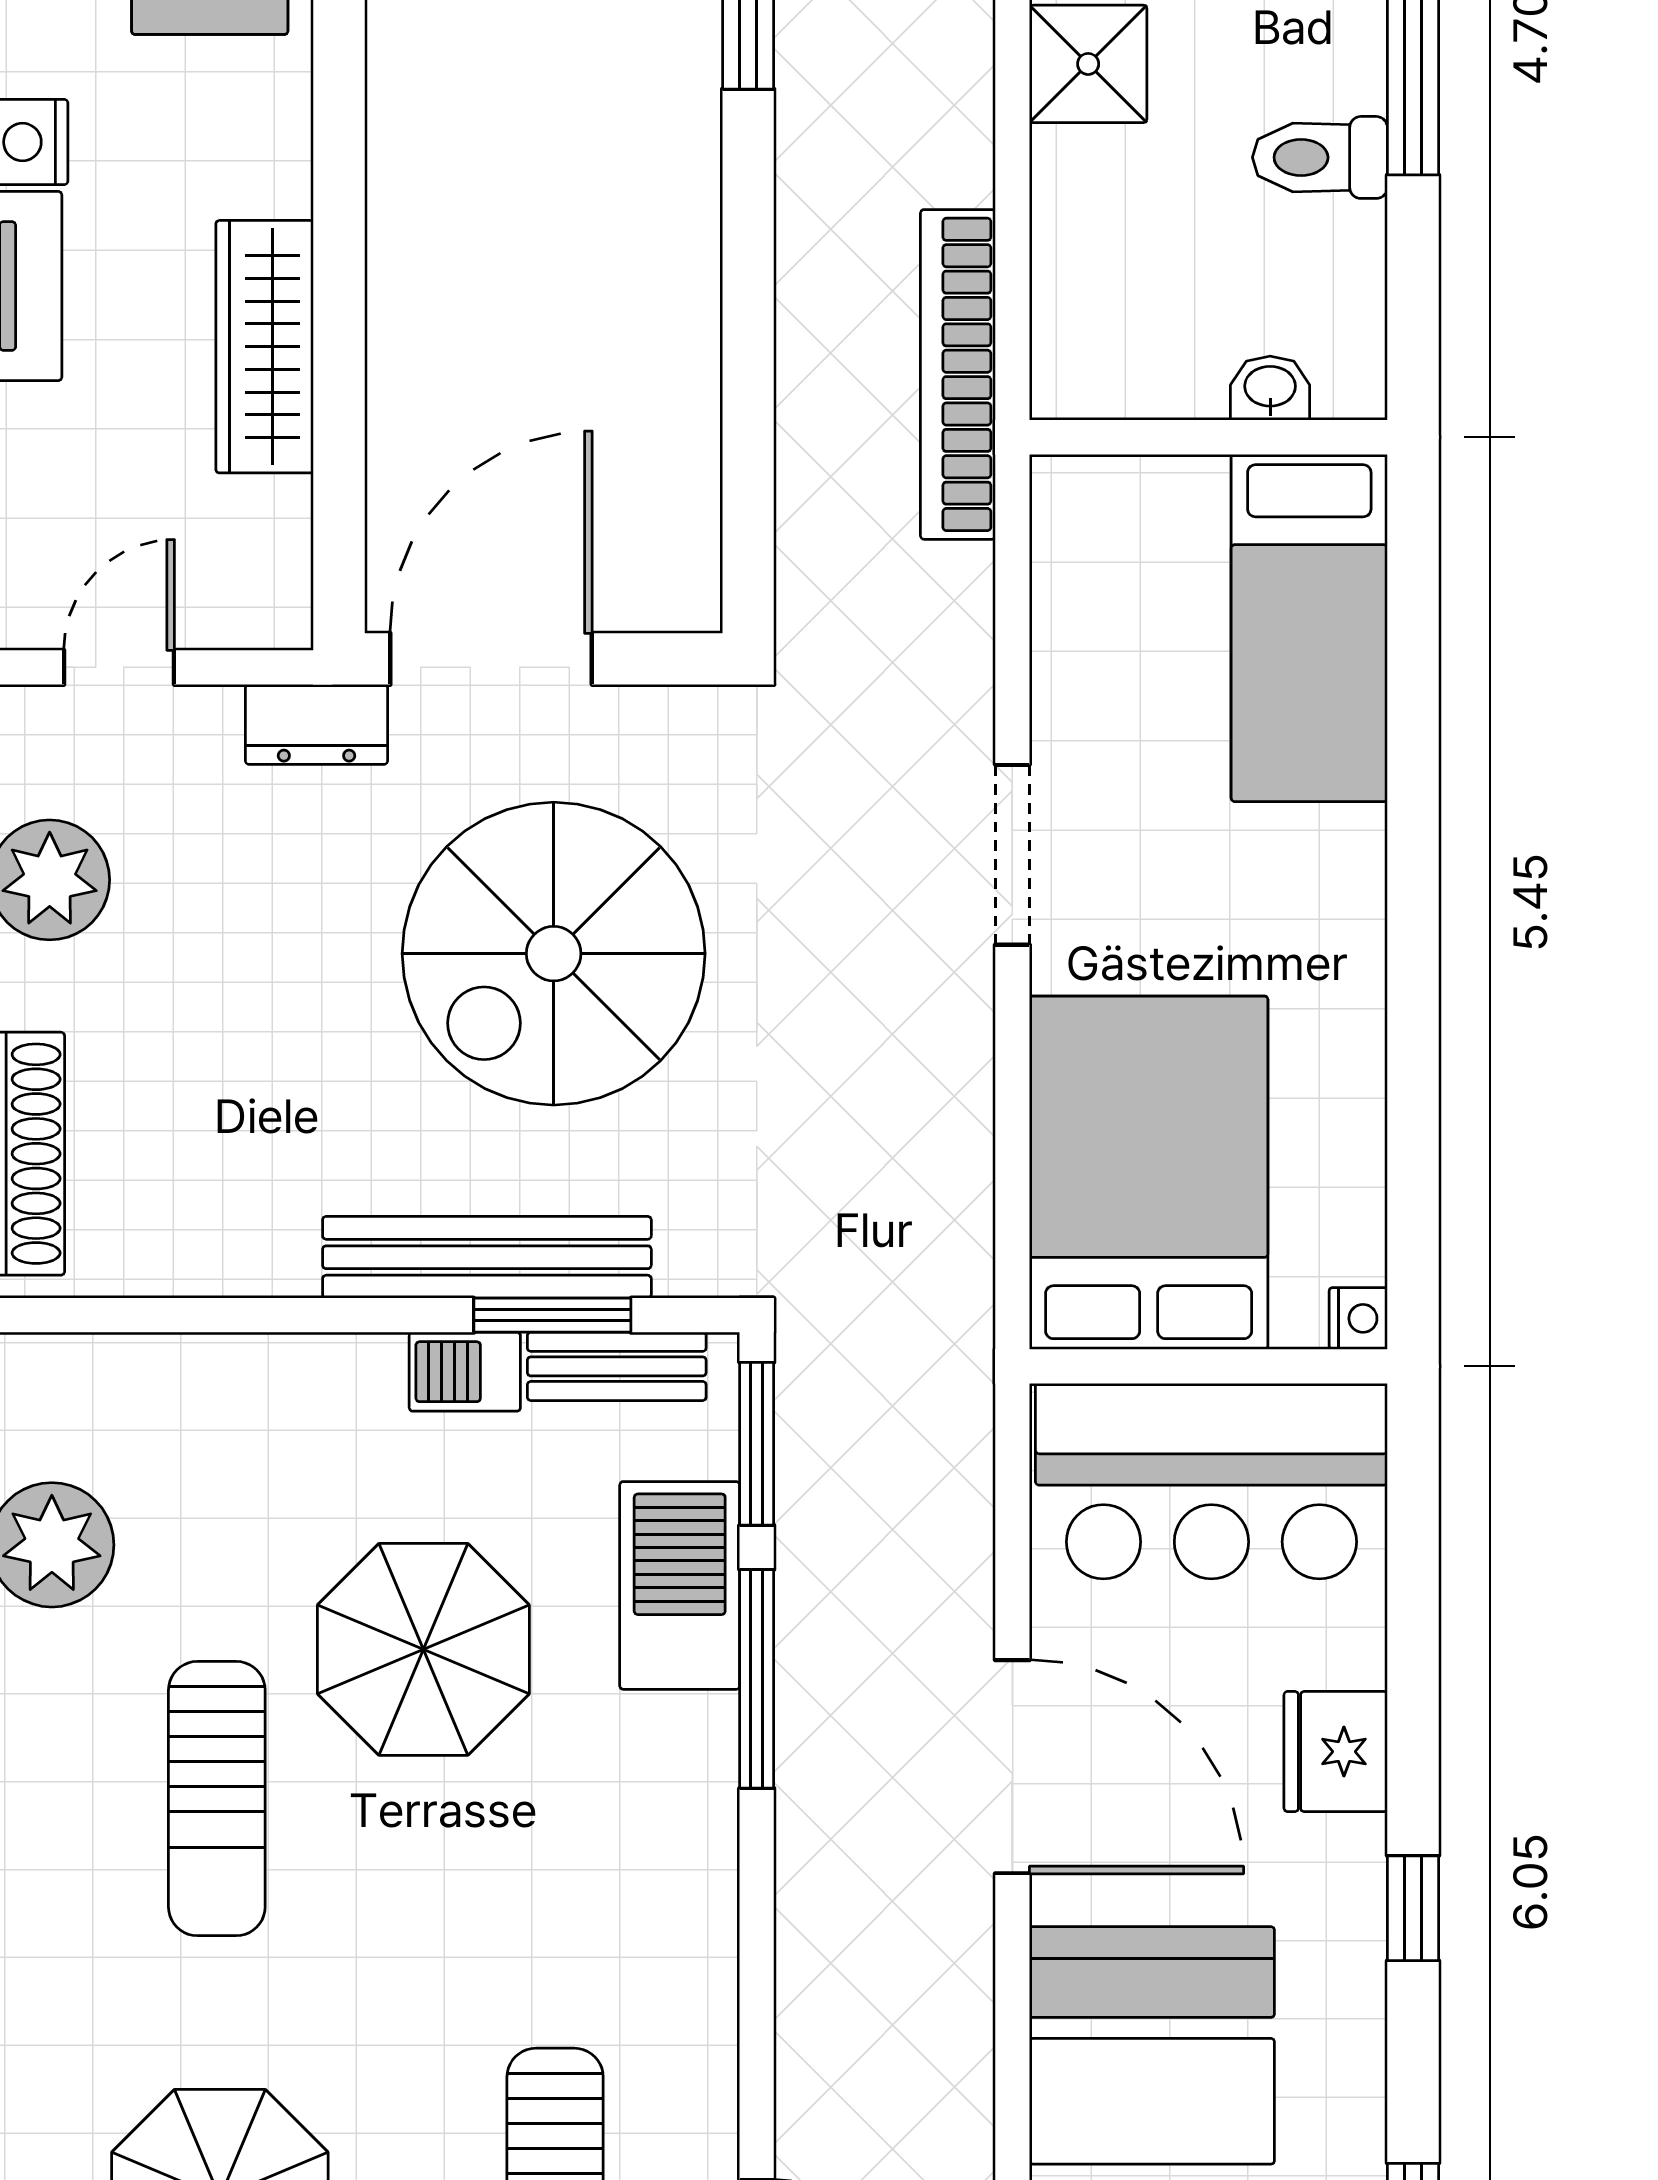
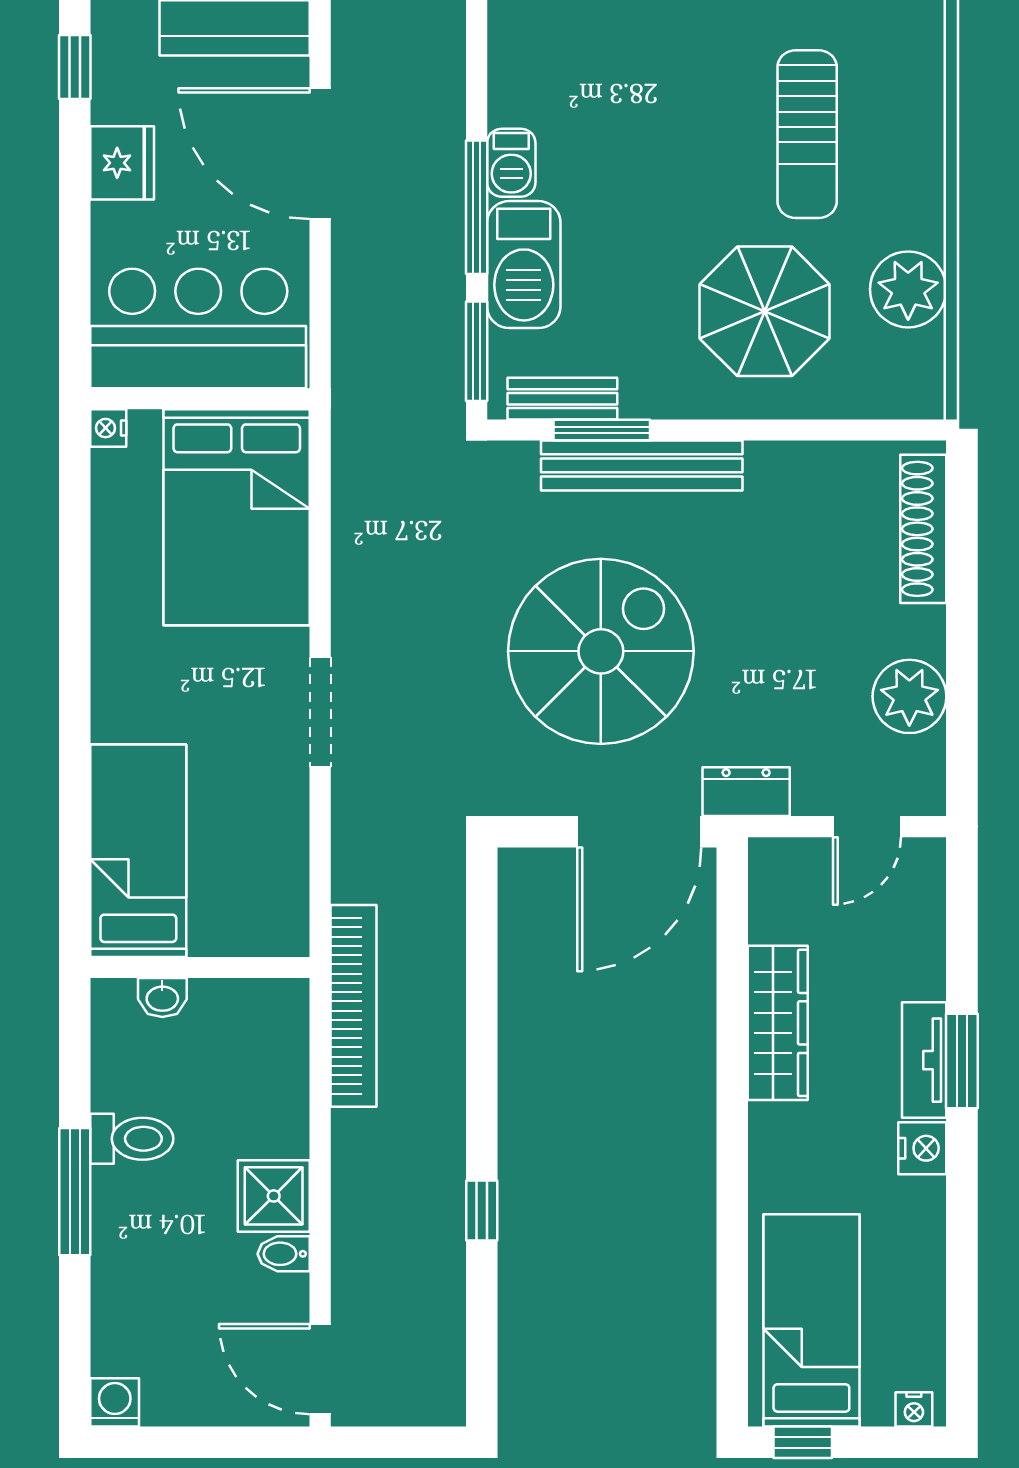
barbecue: (465, 1372) -> (511, 163), moved, turned 90
parasol: (423, 1649) -> (765, 311), moved
sun lounger: (217, 1799) -> (807, 134), turned 180

